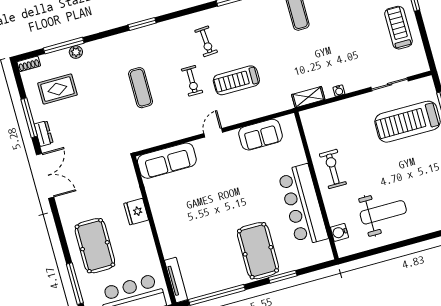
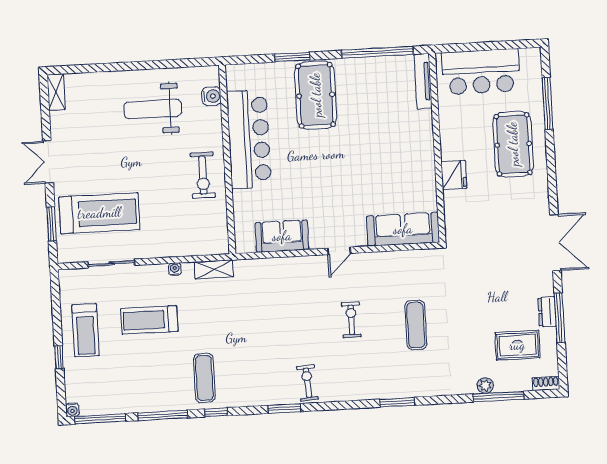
exercise bike: (206, 41) -> (307, 383), moved
treadmill: (236, 80) -> (149, 320), moved, turned 180
dresser: (44, 134) -> (547, 312), moved
double door: (45, 176) -> (555, 243), swing flipped

